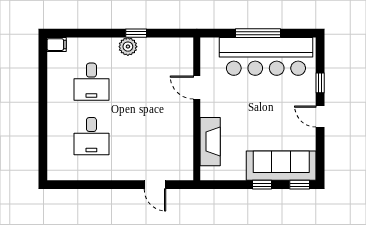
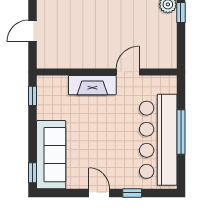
door: (320, 116) -> (99, 193), hinge flipped
fireplace: (210, 142) -> (92, 85), moved
window: (262, 185) -> (32, 96), moved

